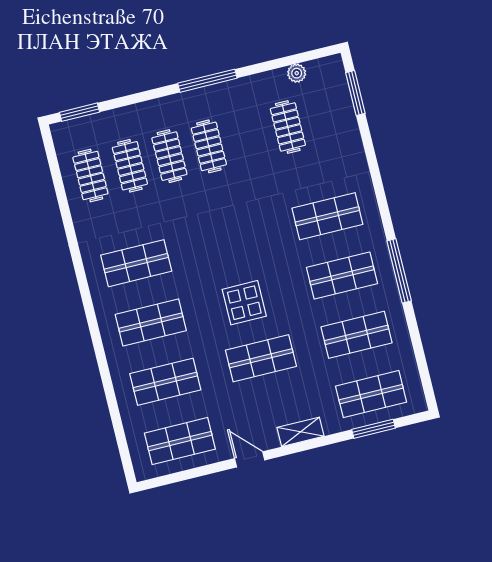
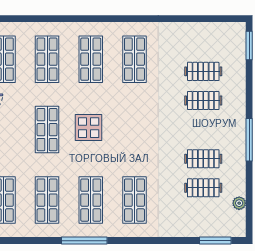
clothes rail: (209, 146) -> (203, 159), moved
clothes rail: (90, 175) -> (203, 42), removed

